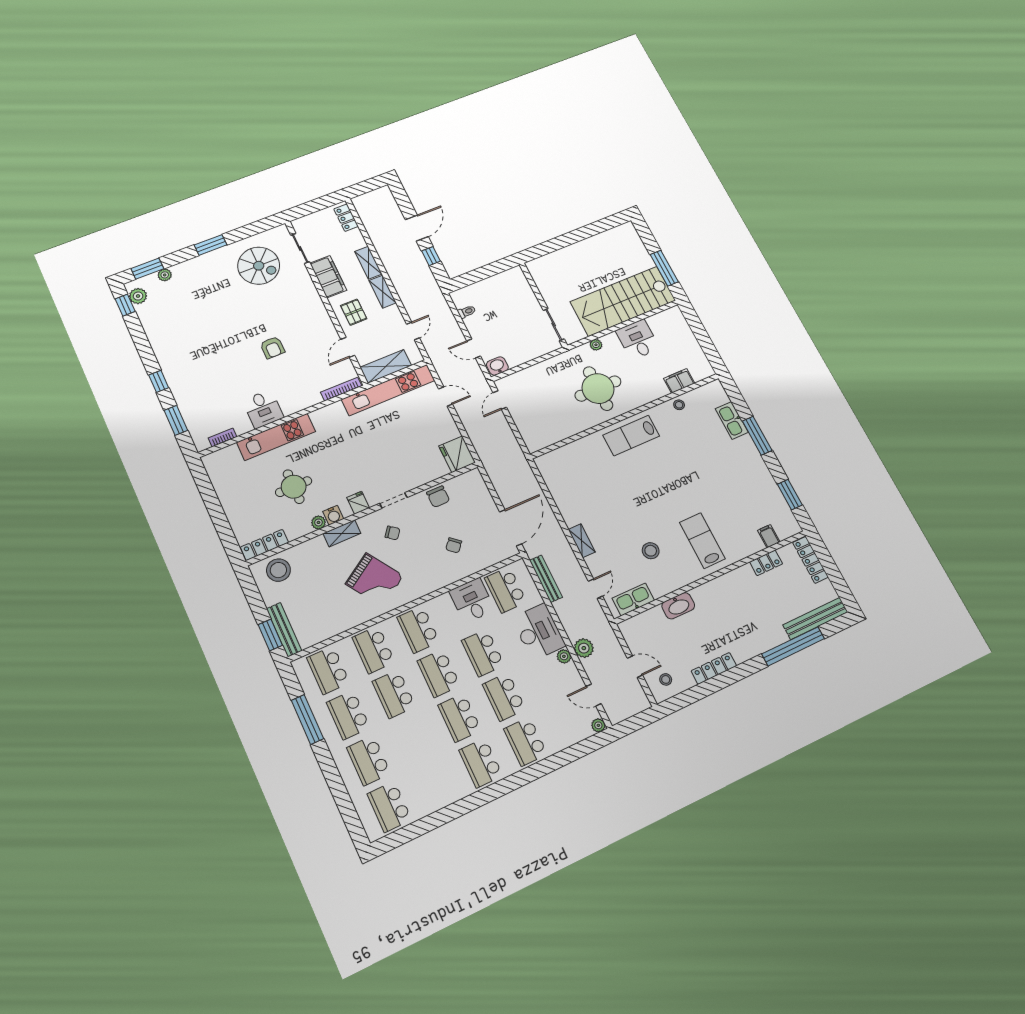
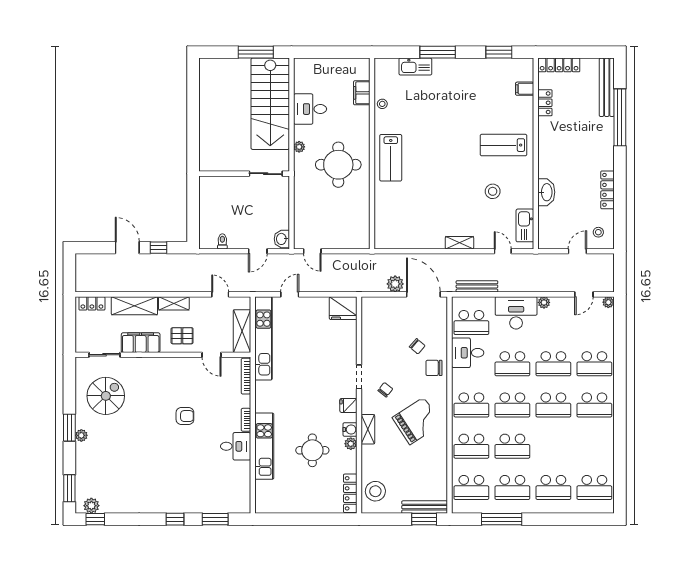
shelving: (368, 263) -> (134, 306), width x1.50, depth x1.33
plant: (165, 275) -> (81, 435), moved
bookcase: (223, 437) -> (246, 420), moved
chair: (438, 497) -> (434, 368), moved, turned 180
plant: (584, 648) -> (395, 284), moved

